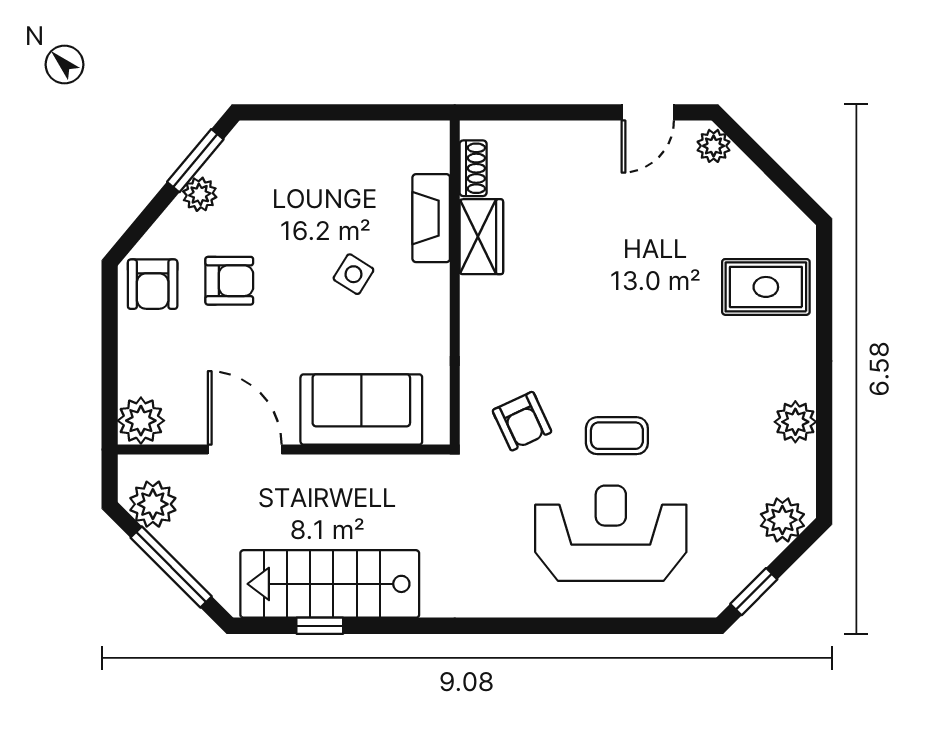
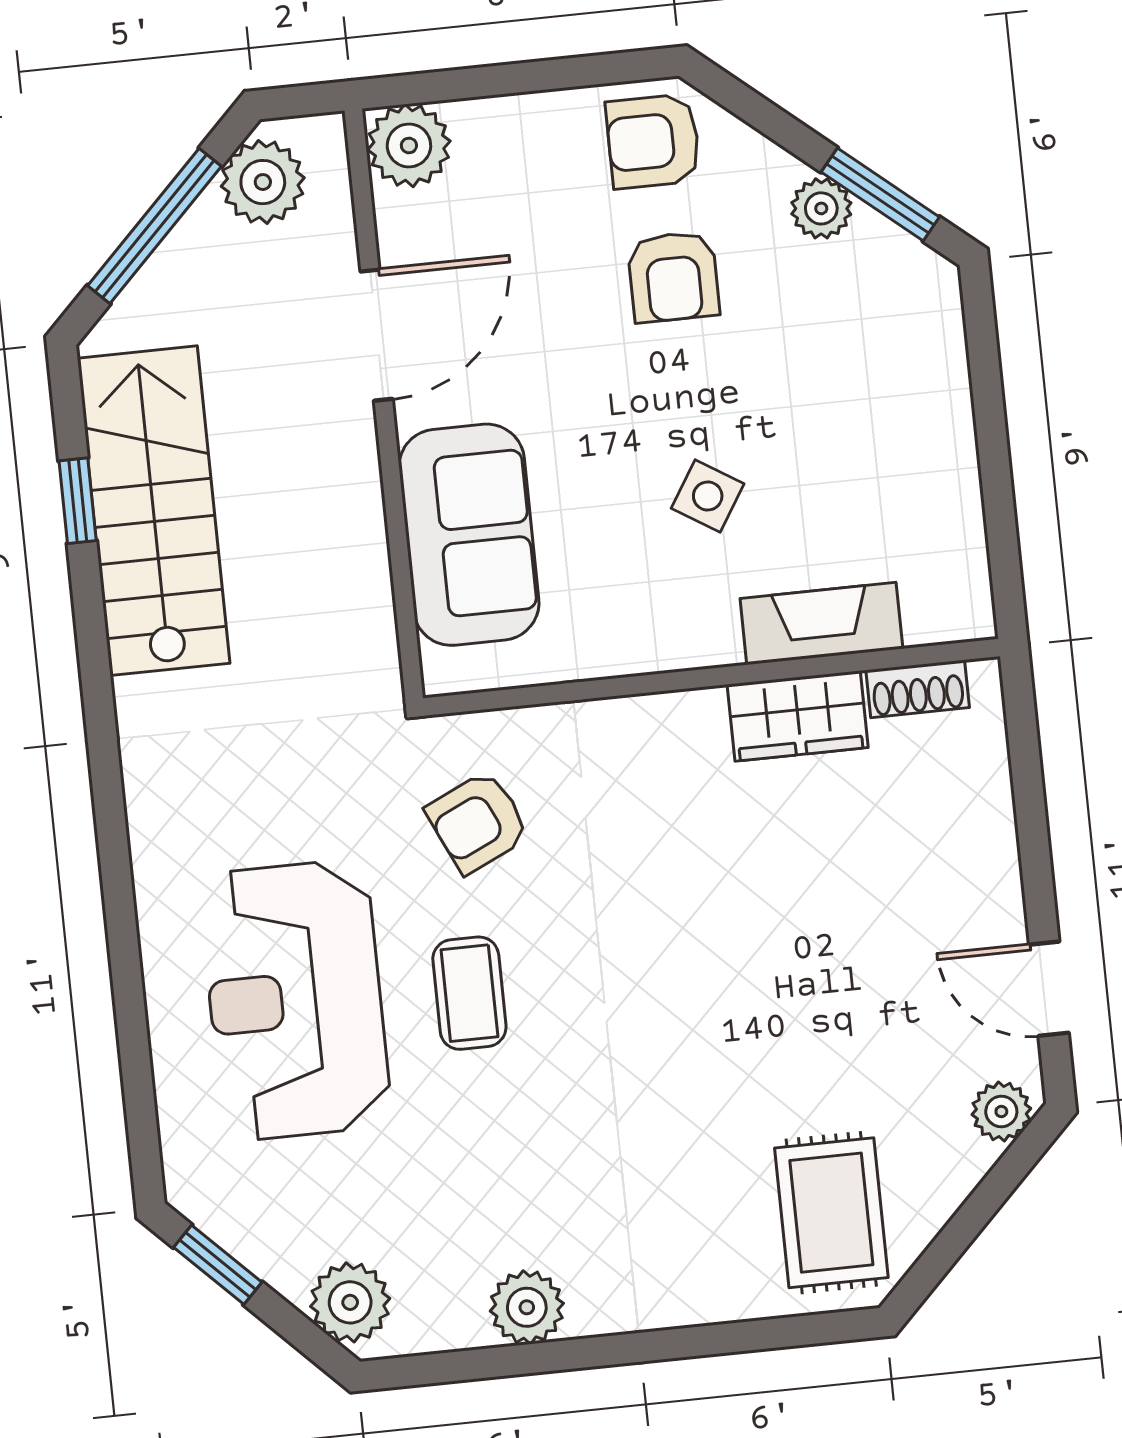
rug: (766, 287) -> (831, 1213), moved
reception desk: (611, 533) -> (295, 1000), turned 180

